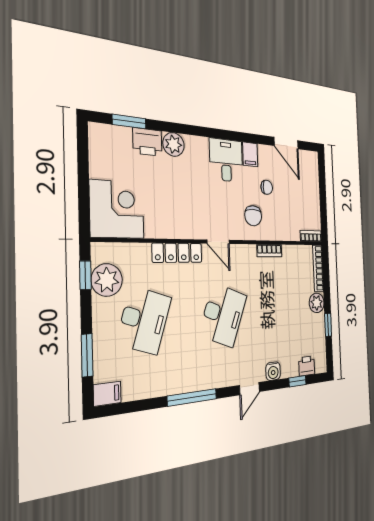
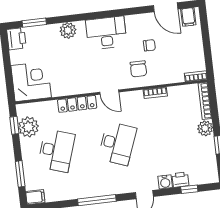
printer: (147, 142) -> (16, 39), moved, turned -90
filing cabinet: (250, 154) -> (188, 17), moved
desk: (226, 160) -> (106, 33), width x1.37
printer: (307, 366) -> (180, 180), moved

